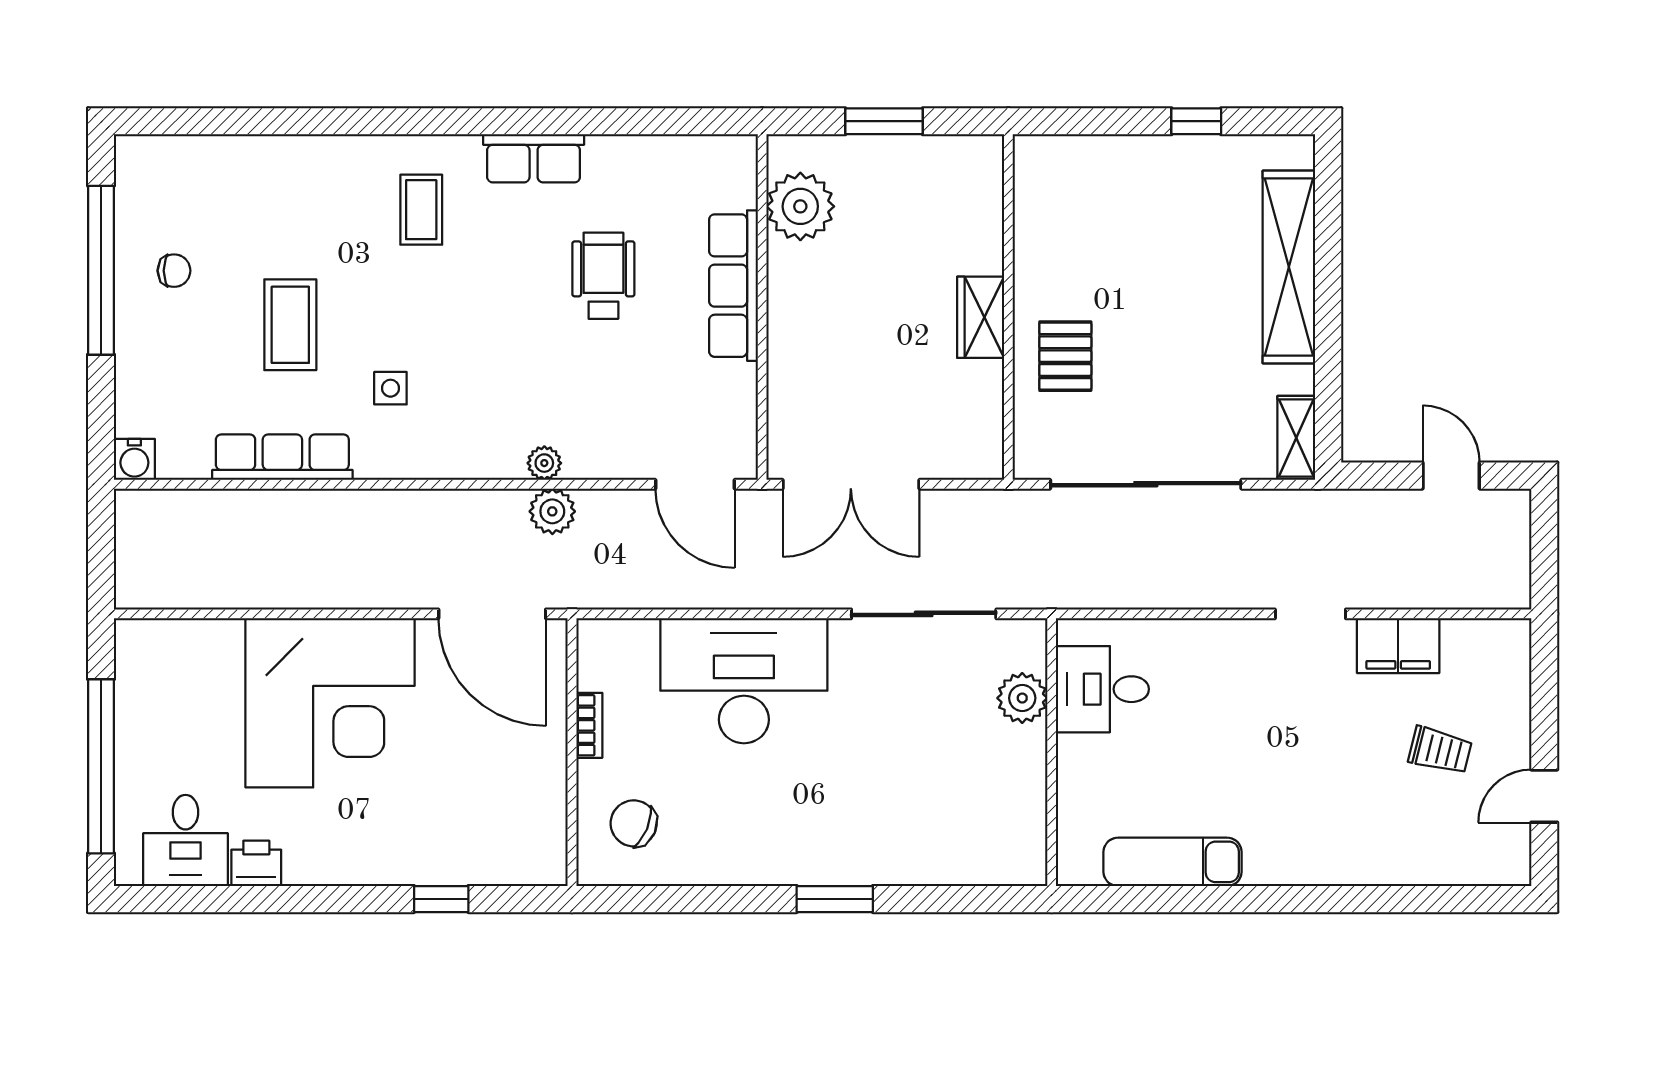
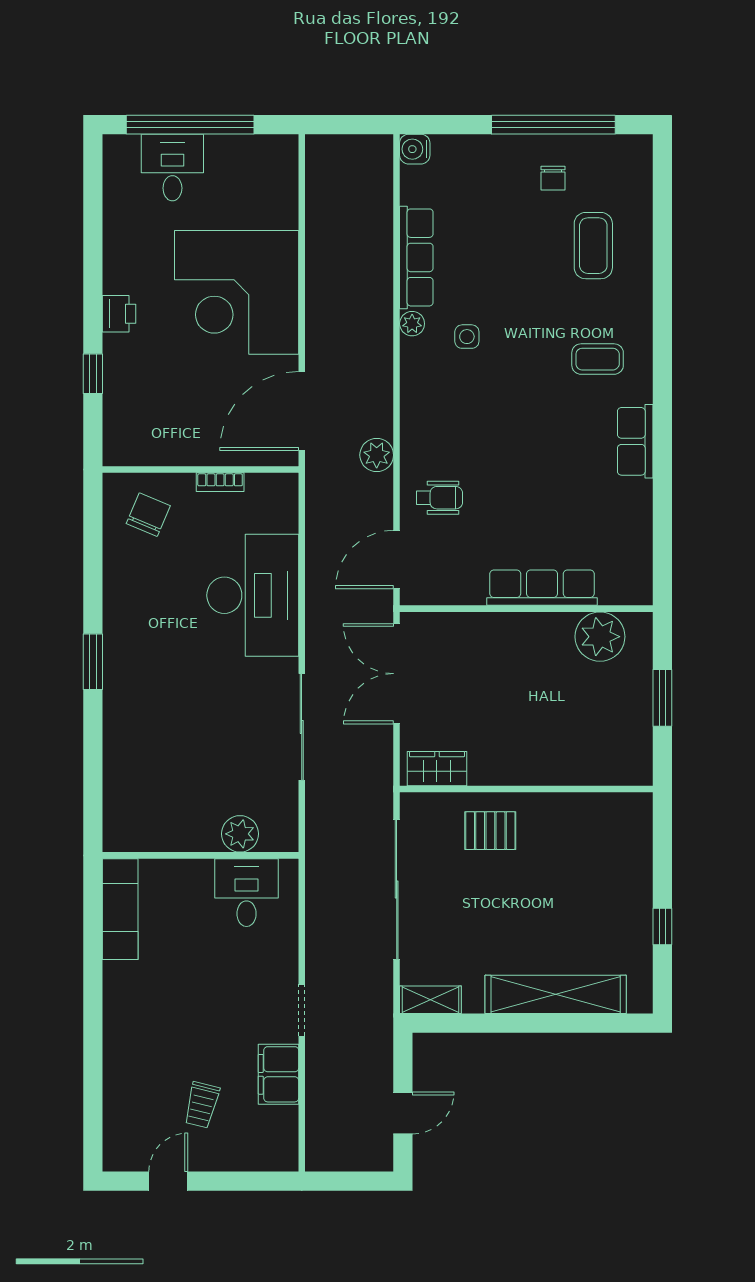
wheelchair: (603, 276) -> (439, 498), moved, width x0.73, depth x0.73
wardrobe: (981, 317) -> (437, 769), moved
coffee table: (290, 325) -> (593, 246), moved, turned 90
plant: (544, 463) -> (412, 324), moved
desk: (1102, 689) -> (247, 893), moved
plant: (1022, 698) -> (240, 834), moved
wall: (1052, 752) -> (200, 855), moved
door: (1544, 796) -> (168, 1181), hinge flipped
desk: (186, 840) -> (172, 168), moved, turned 90
printer: (256, 863) -> (119, 314), moved

